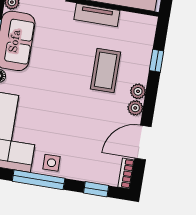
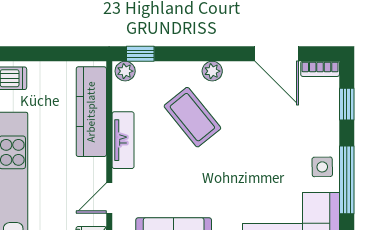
window: (157, 61) -> (140, 54), moved
coffee table: (106, 71) -> (192, 117), turned 51
plant: (135, 108) -> (125, 71), moved

